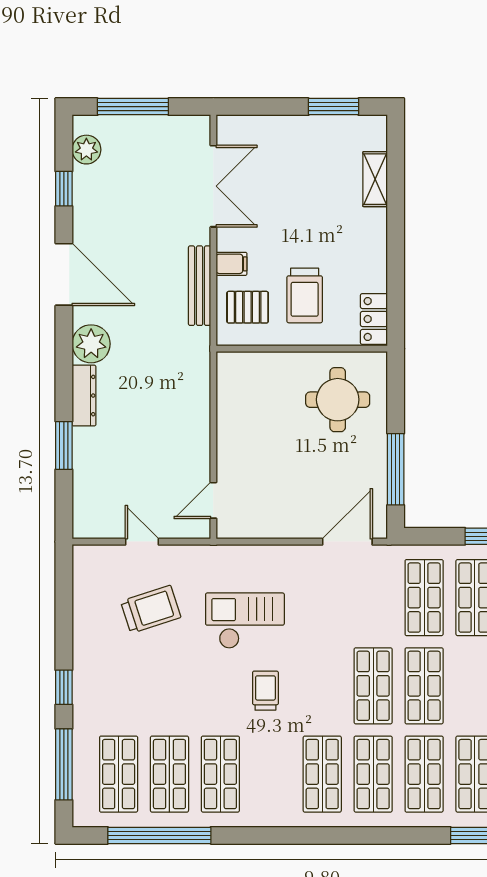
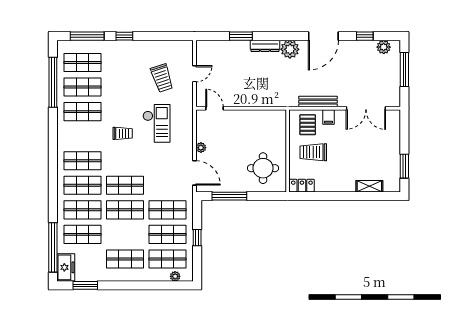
plant: (295, 528) -> (201, 148), added

